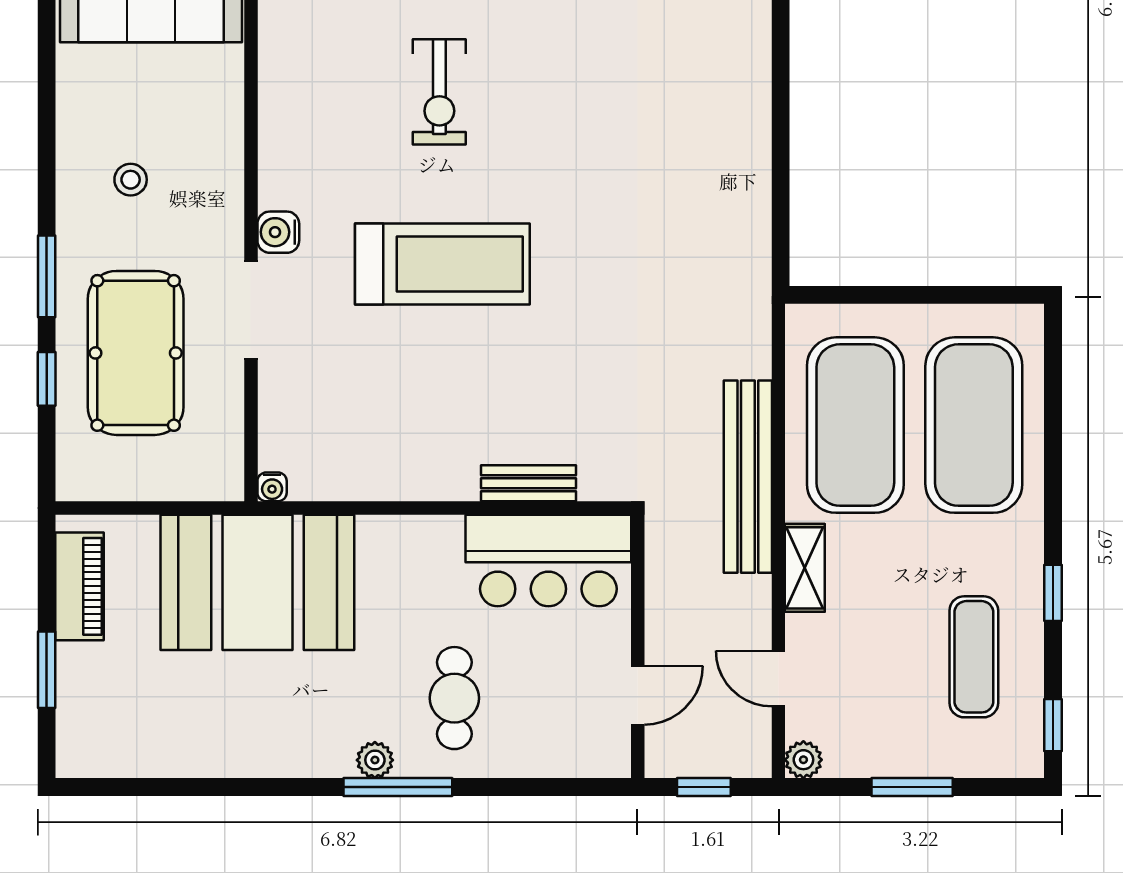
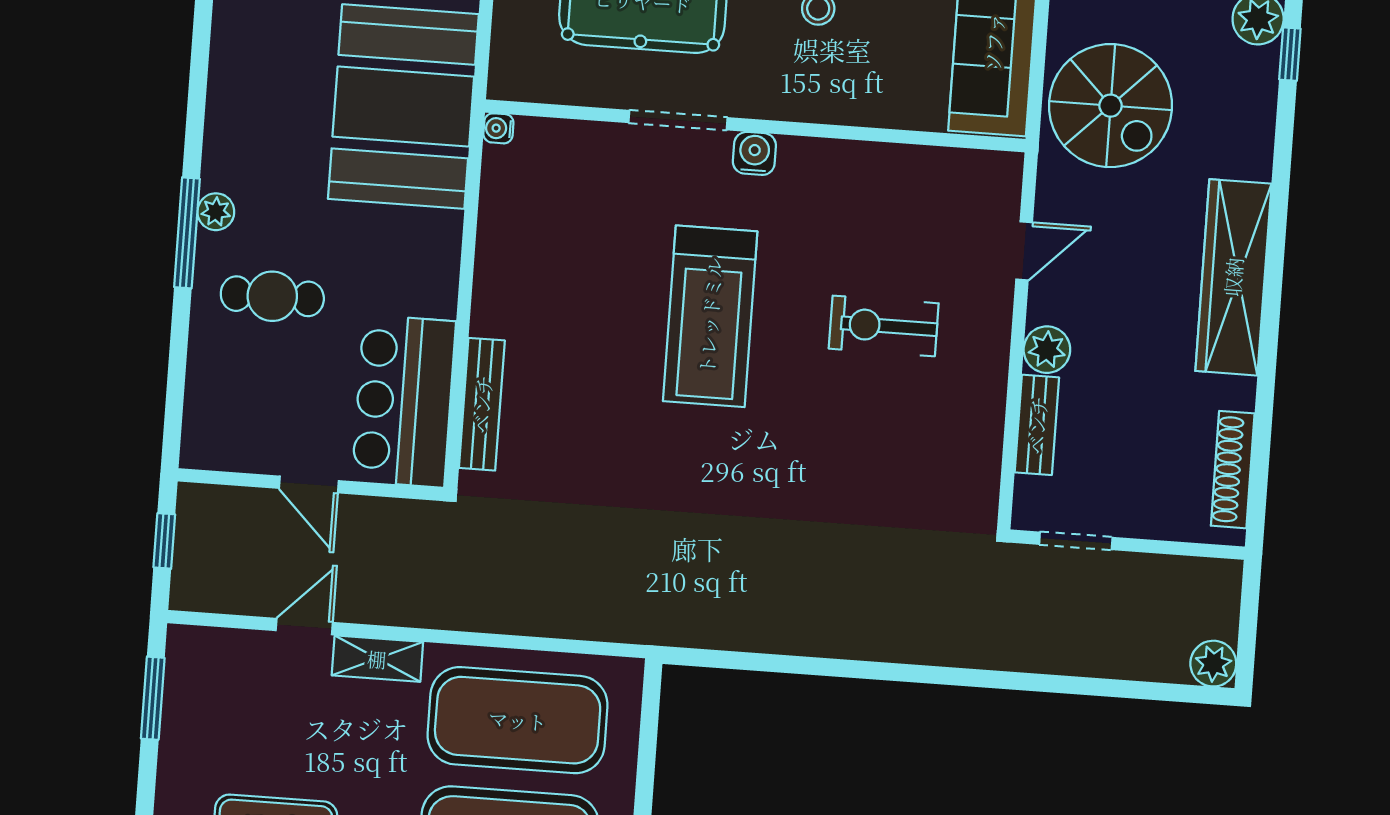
bench: (748, 477) -> (474, 608), removed
bench: (529, 483) -> (482, 404), width x1.36
door: (778, 679) -> (304, 627), moved
door: (638, 695) -> (309, 485), moved
plant: (803, 760) -> (184, 643), removed
window: (912, 787) -> (153, 698), moved

